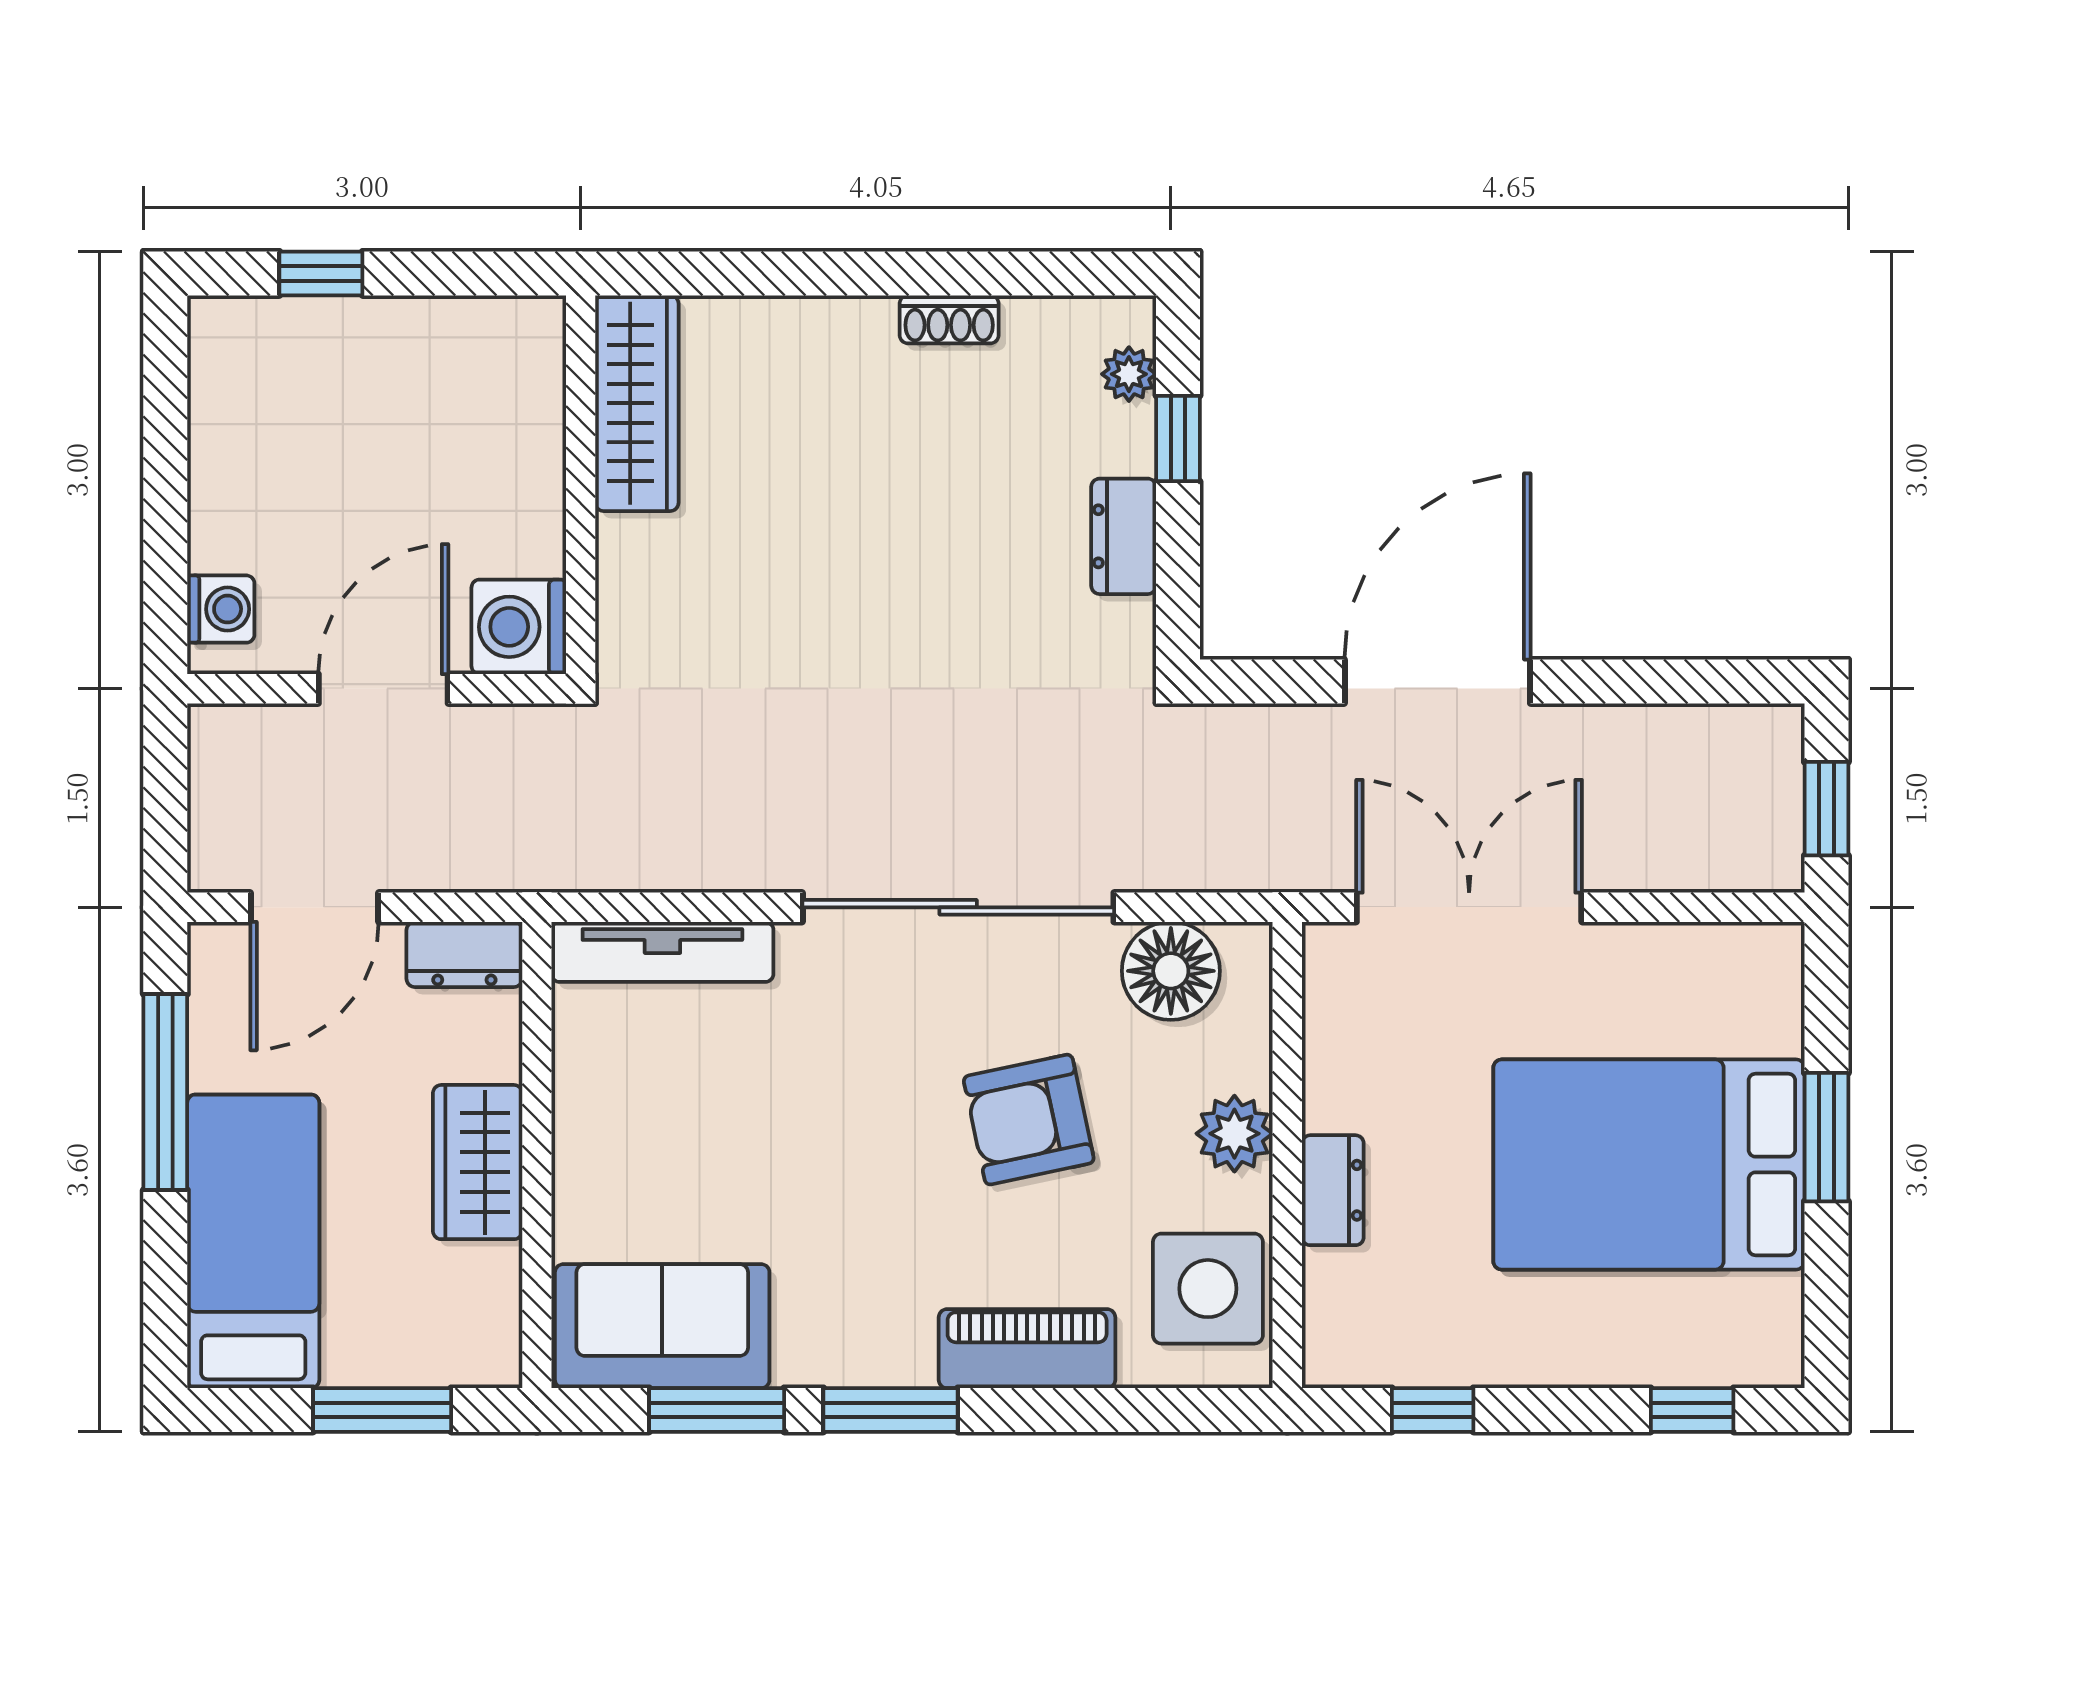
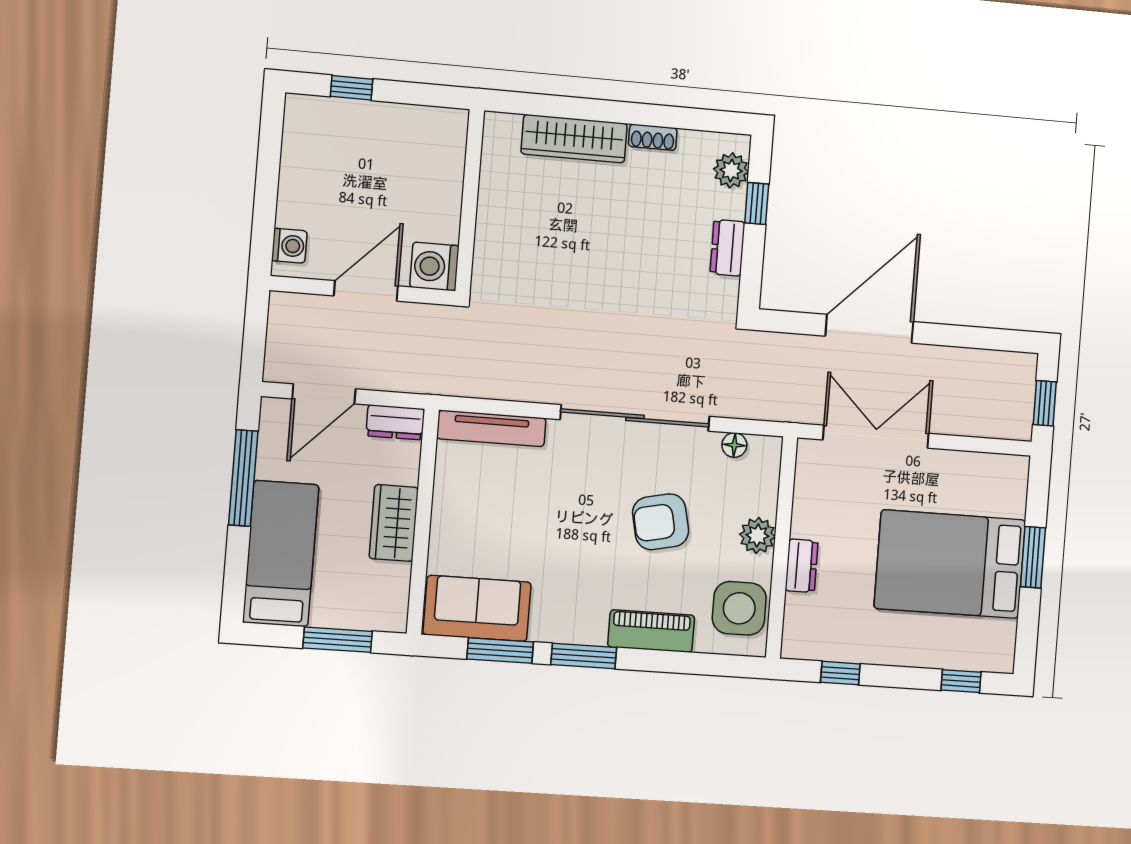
plant: (1129, 374) -> (731, 170), width x1.38, depth x1.38
wardrobe: (637, 403) -> (574, 139), moved, turned 90
floor lamp: (1171, 971) -> (734, 445), width x0.53, depth x0.53

